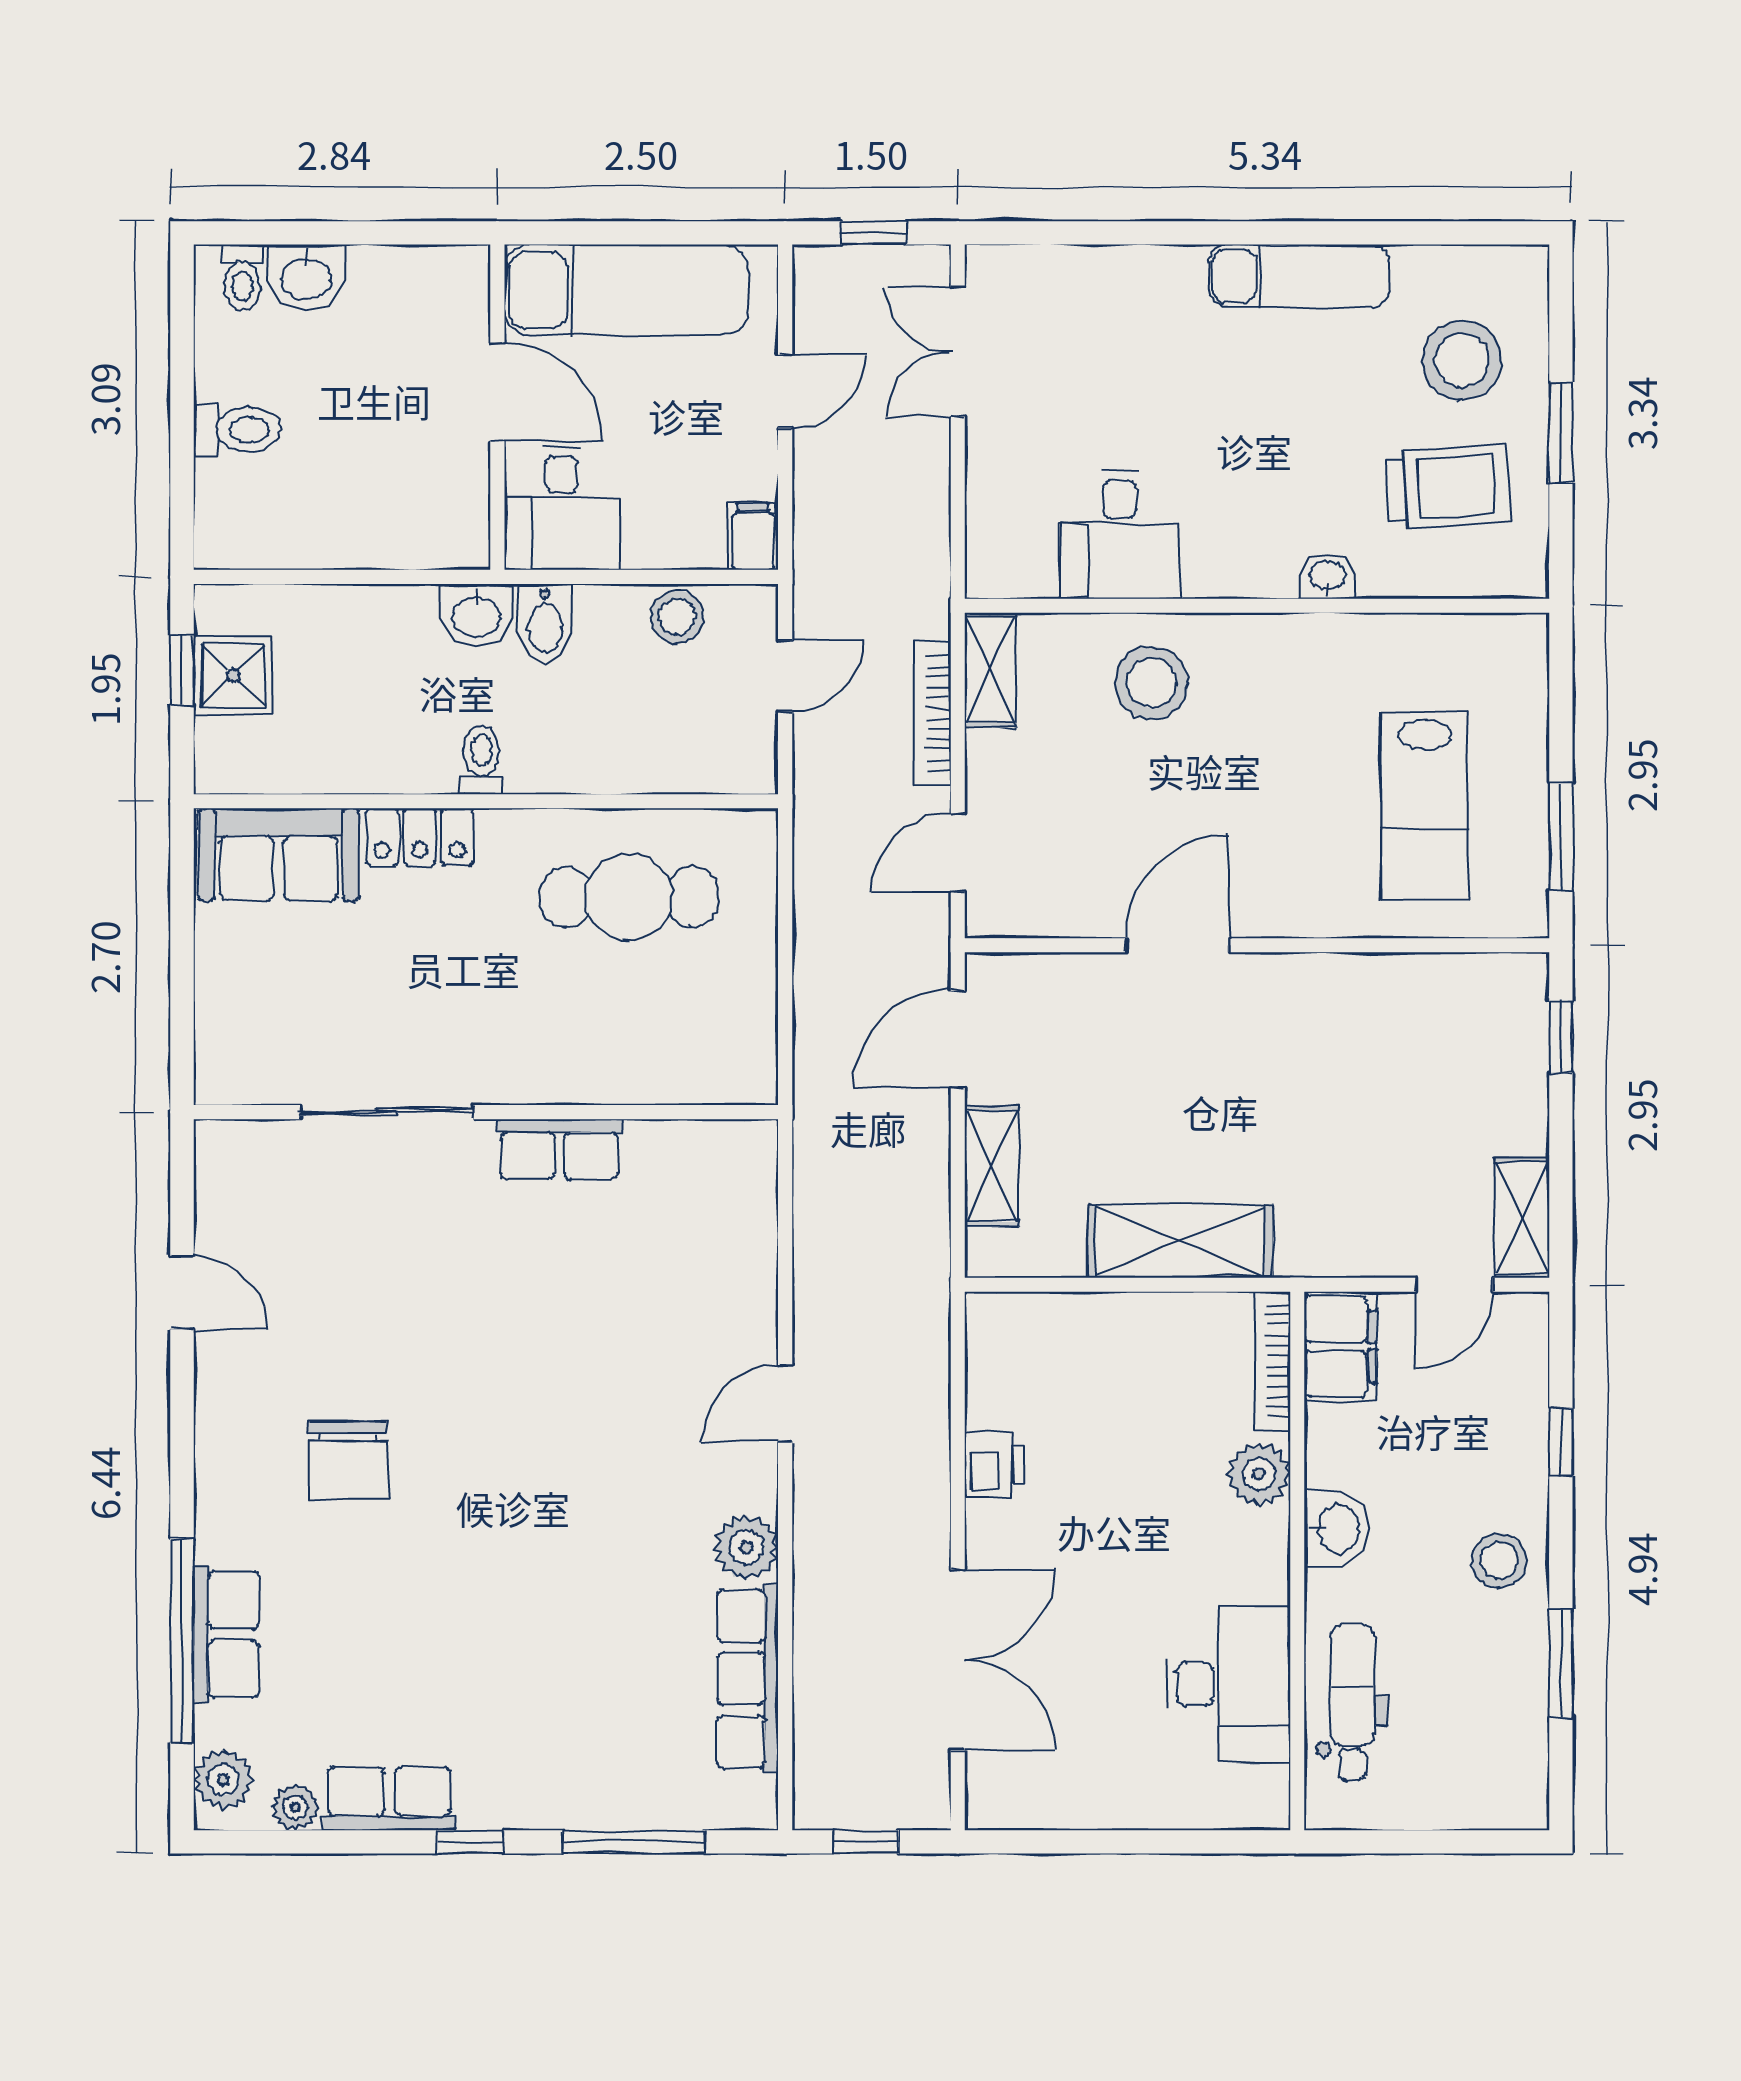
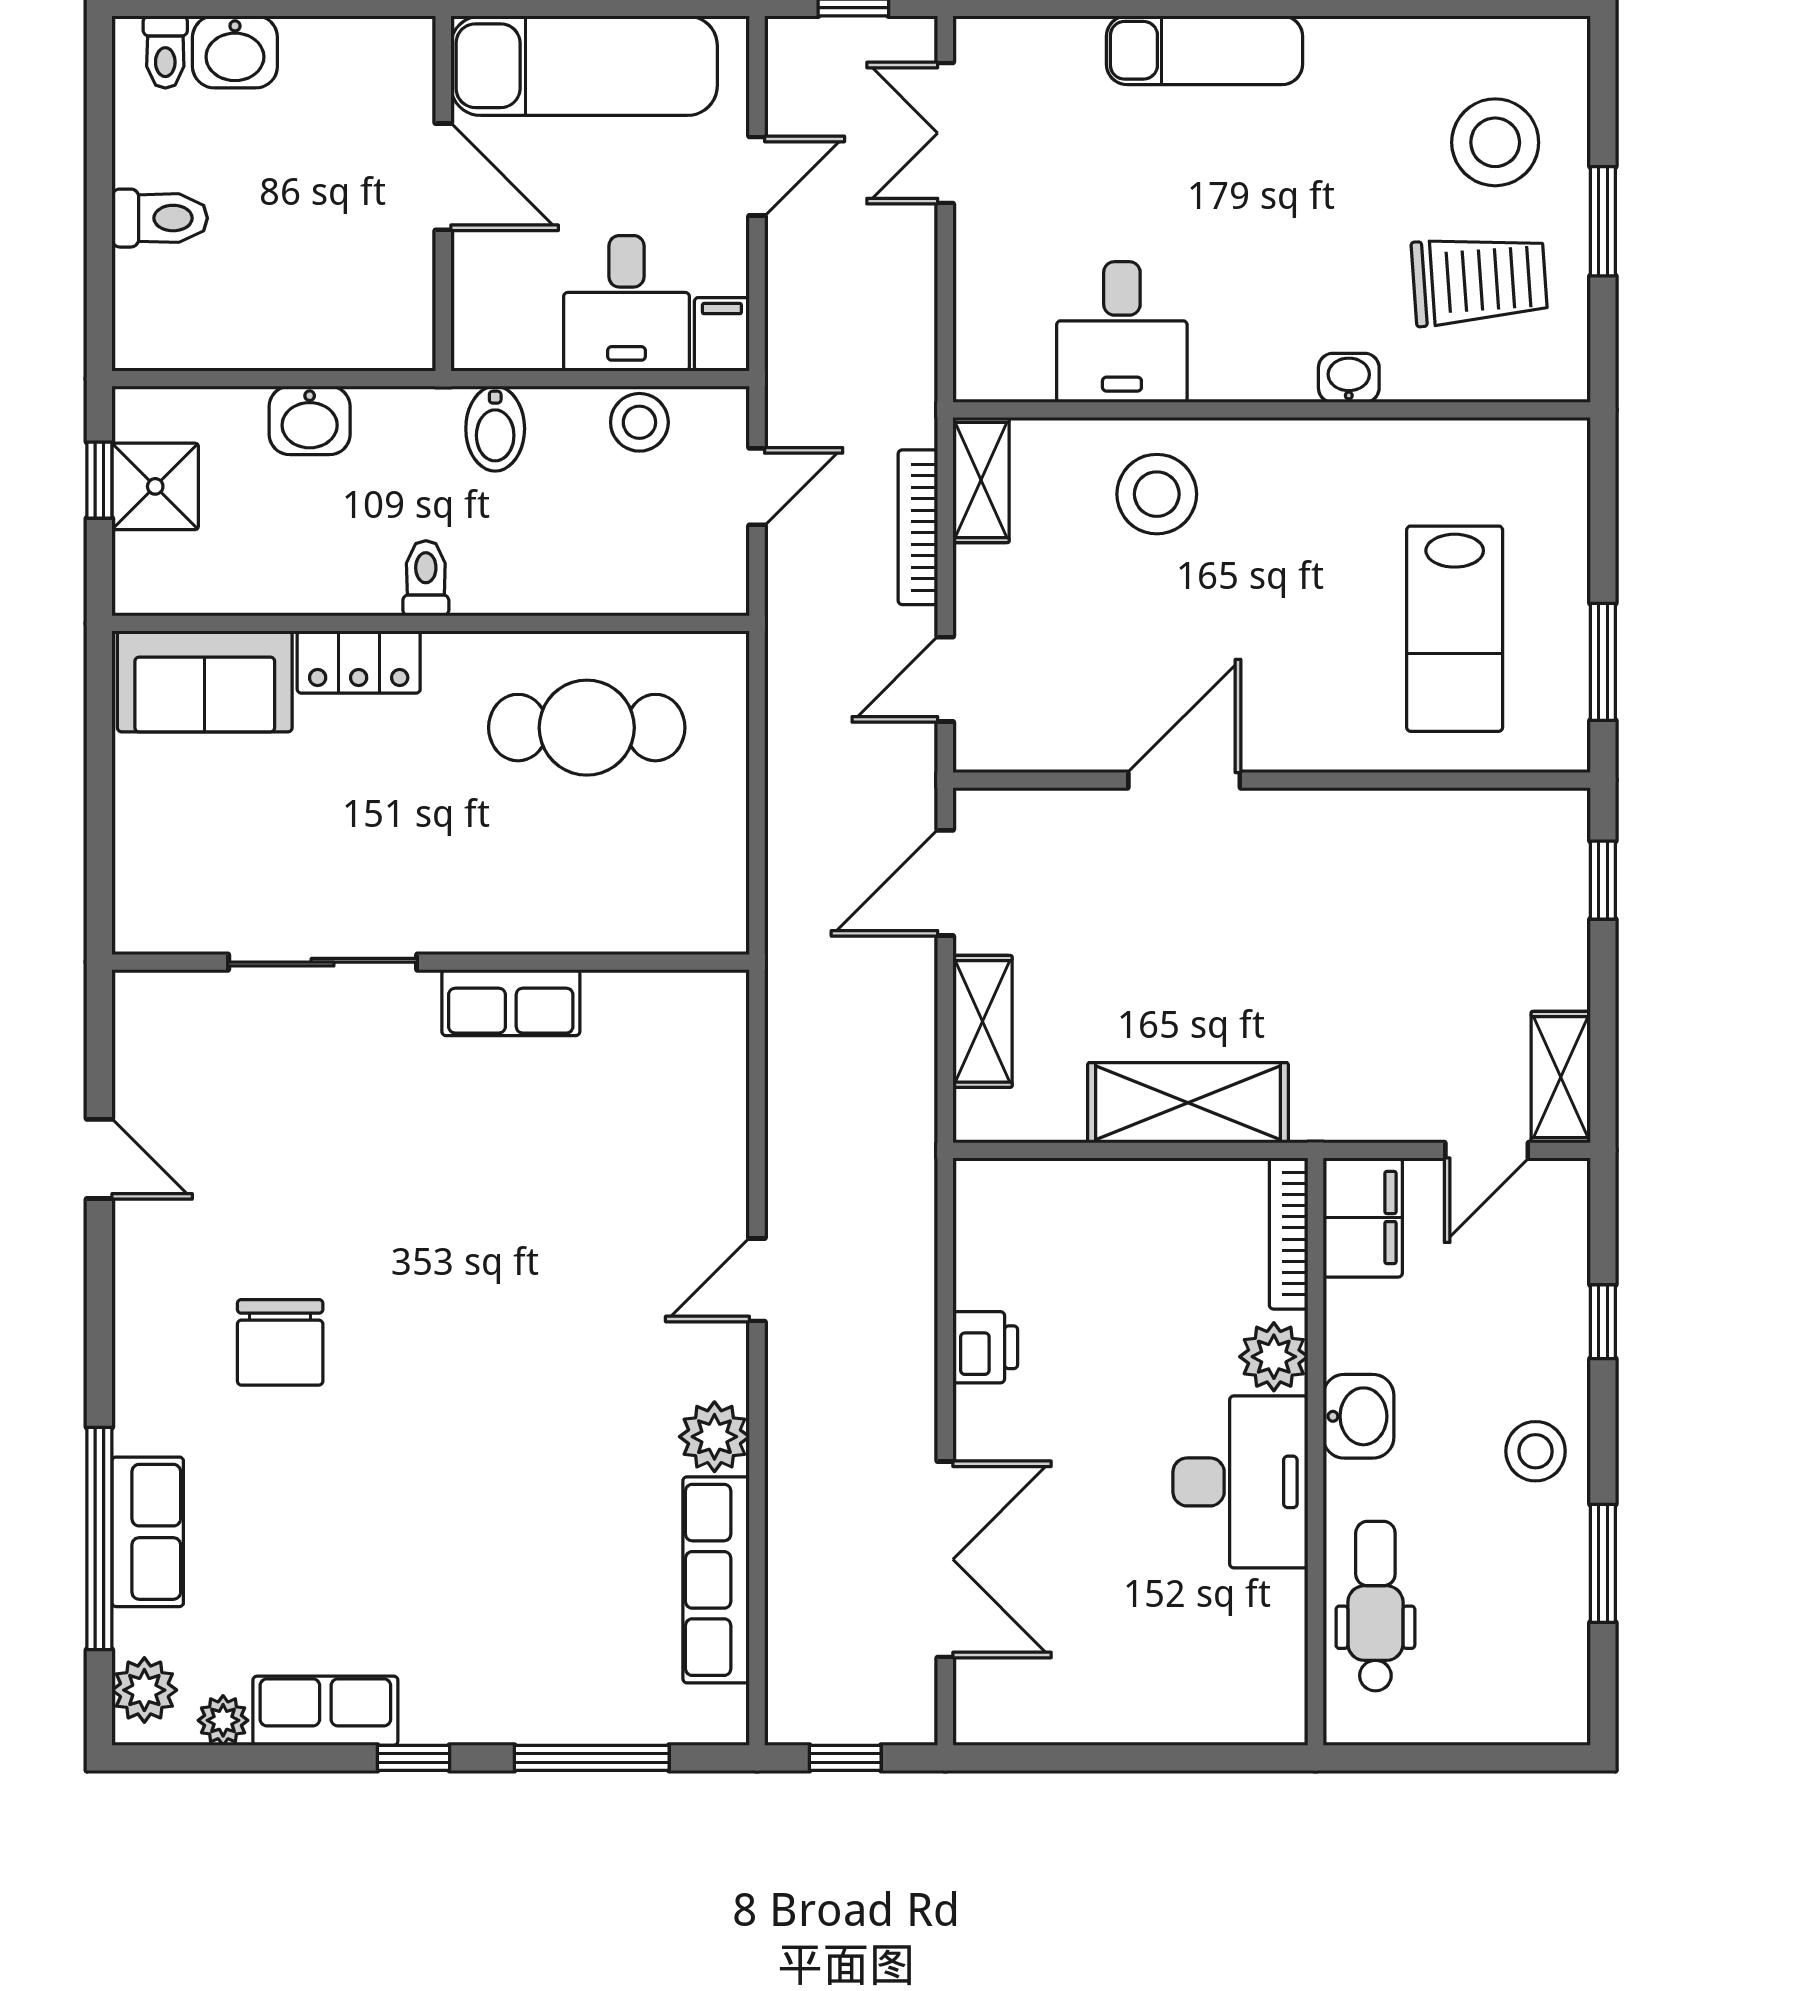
exam couch: (1299, 276) -> (1205, 50), moved
desk: (562, 508) -> (626, 303), moved
washbasin: (476, 615) -> (310, 420), moved
desk: (1228, 1684) -> (1240, 1482), moved

